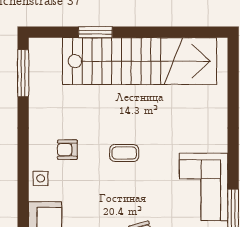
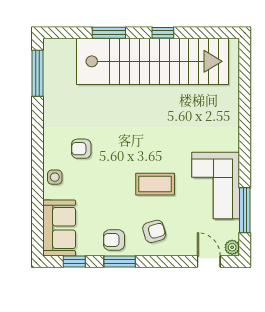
window: (150, 32) -> (163, 33), added
coffee table: (124, 153) -> (155, 184), moved, width x1.36, depth x1.30

